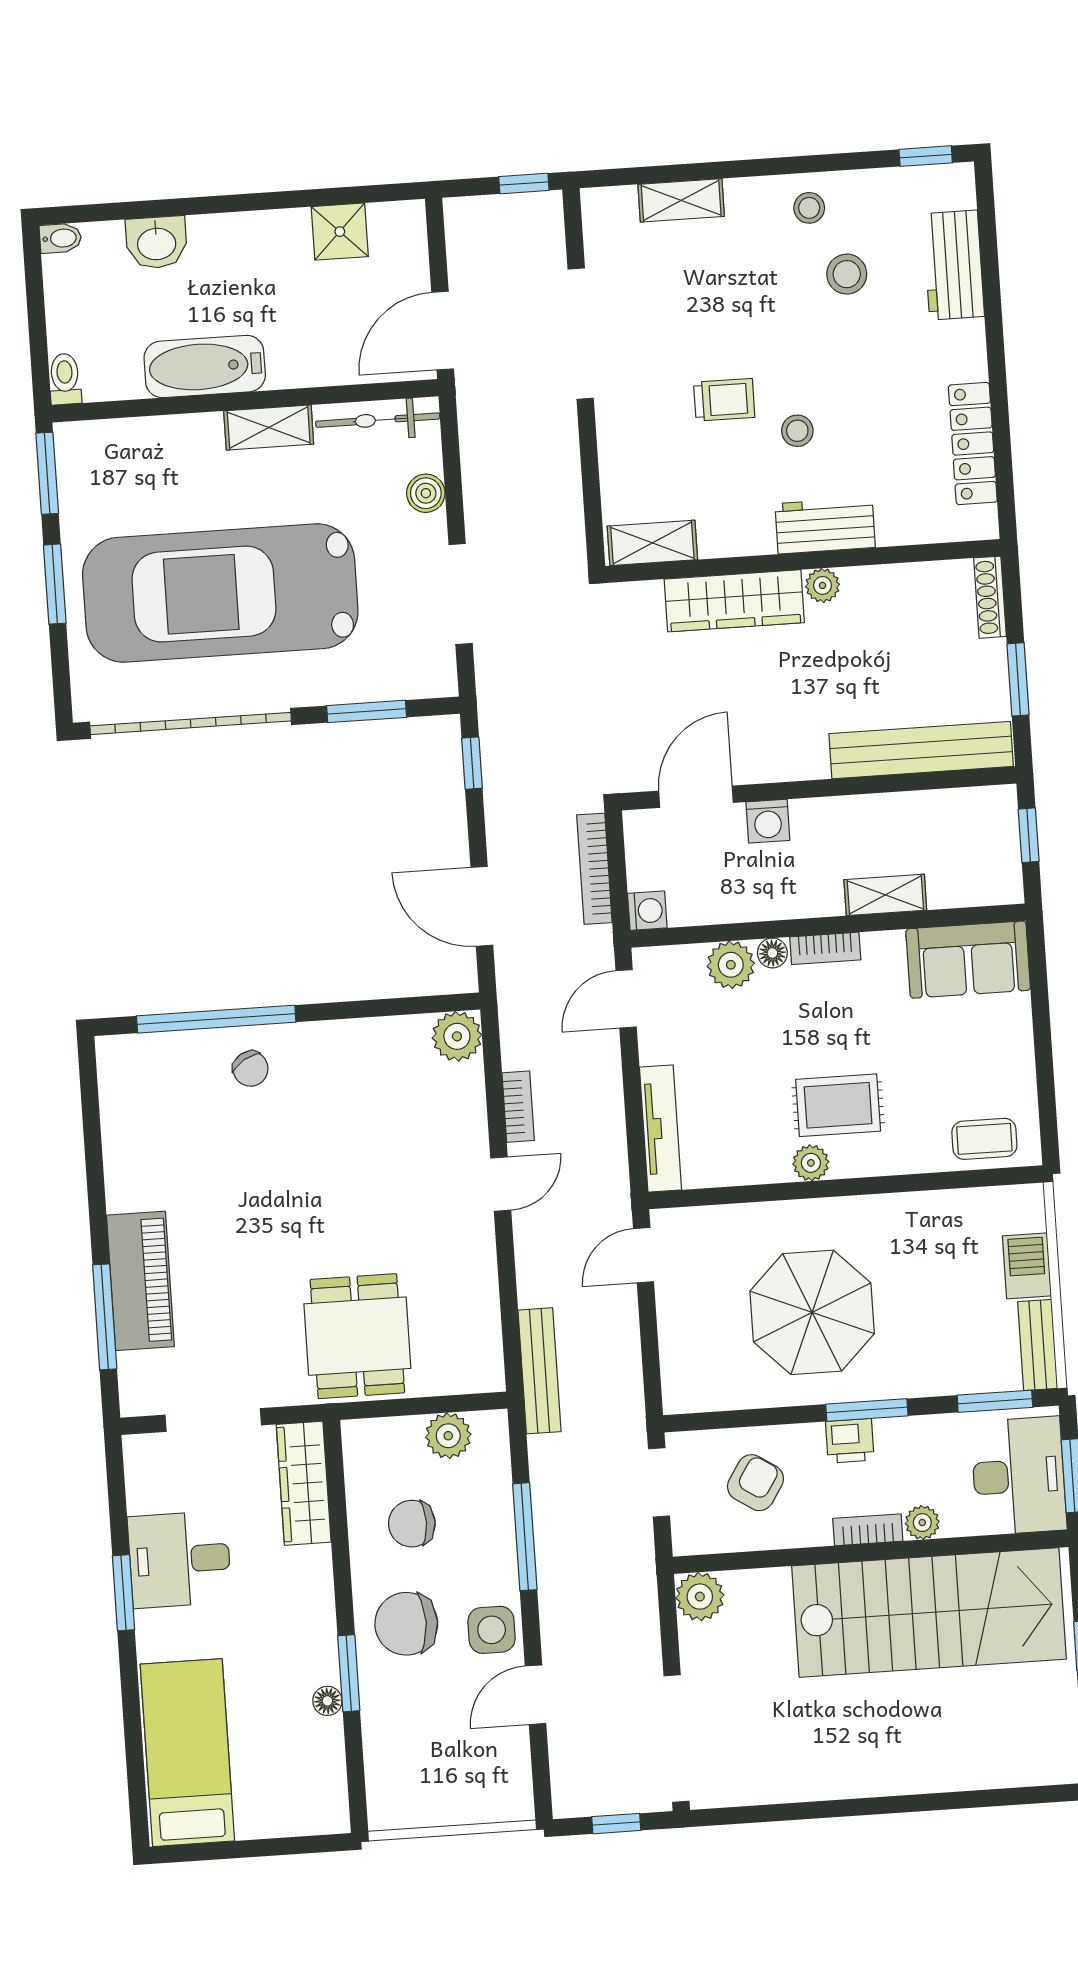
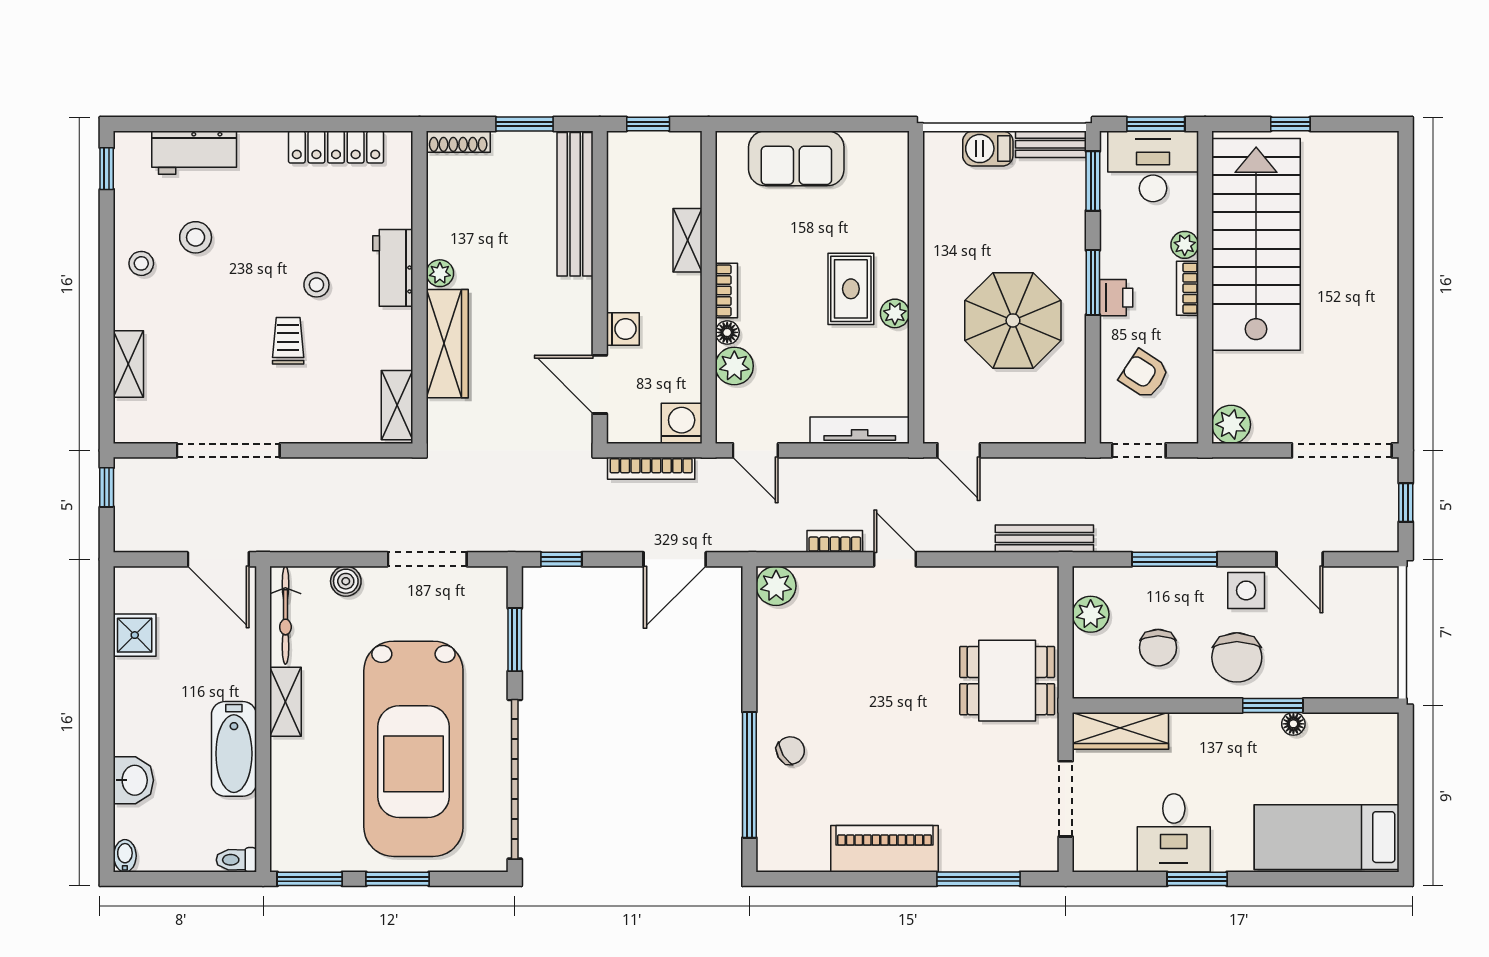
washing machine: (647, 911) -> (682, 423), width x1.38, depth x1.38
sofa: (968, 960) -> (796, 158), moved, turned 90
coffee table: (984, 1139) -> (885, 175), removed
piano: (140, 1281) -> (885, 849), moved

